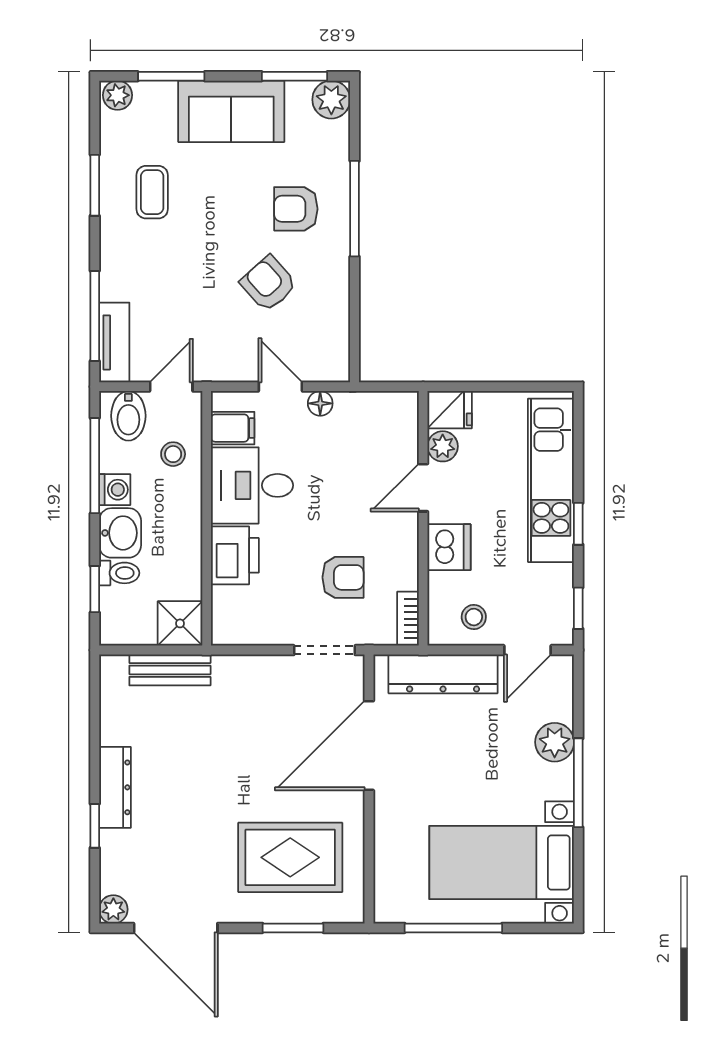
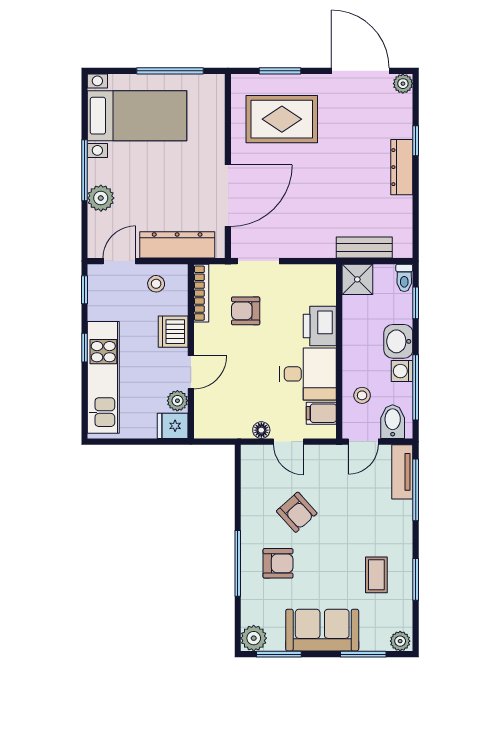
toilet: (119, 573) -> (404, 278), moved, turned -90
bookcase: (408, 619) -> (201, 293), width x1.56

